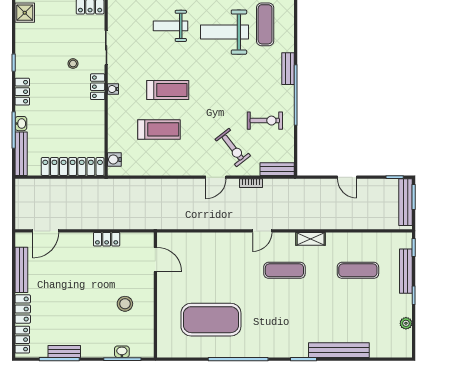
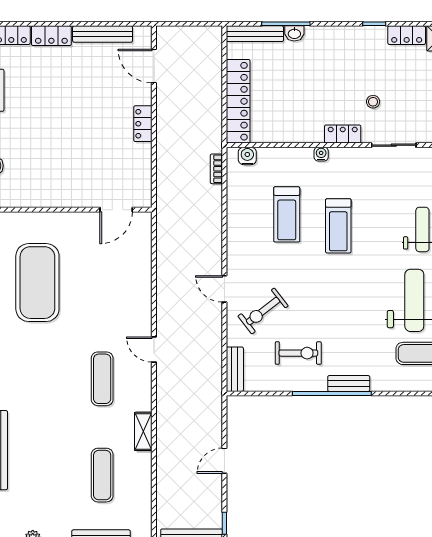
bench: (288, 69) -> (349, 383), moved
water cooler: (113, 89) -> (321, 154), moved
locker: (22, 92) -> (407, 35), moved
exercise bike: (265, 121) -> (298, 353), turned -90
bookcase: (251, 183) -> (216, 169), moved
locker: (107, 239) -> (143, 124), moved
shelving: (311, 239) -> (143, 431), moved
stool: (125, 304) -> (58, 170), removed

